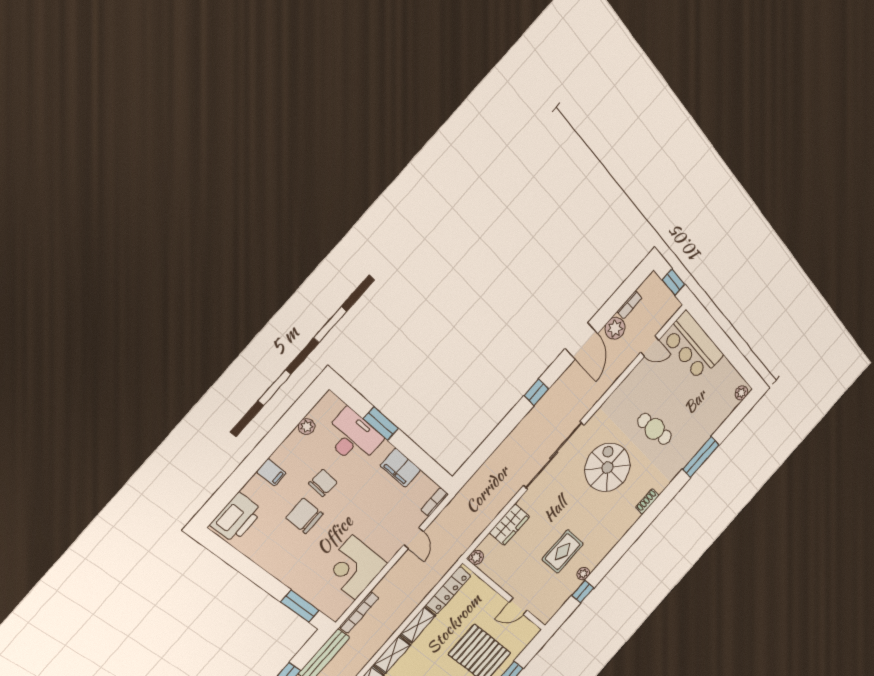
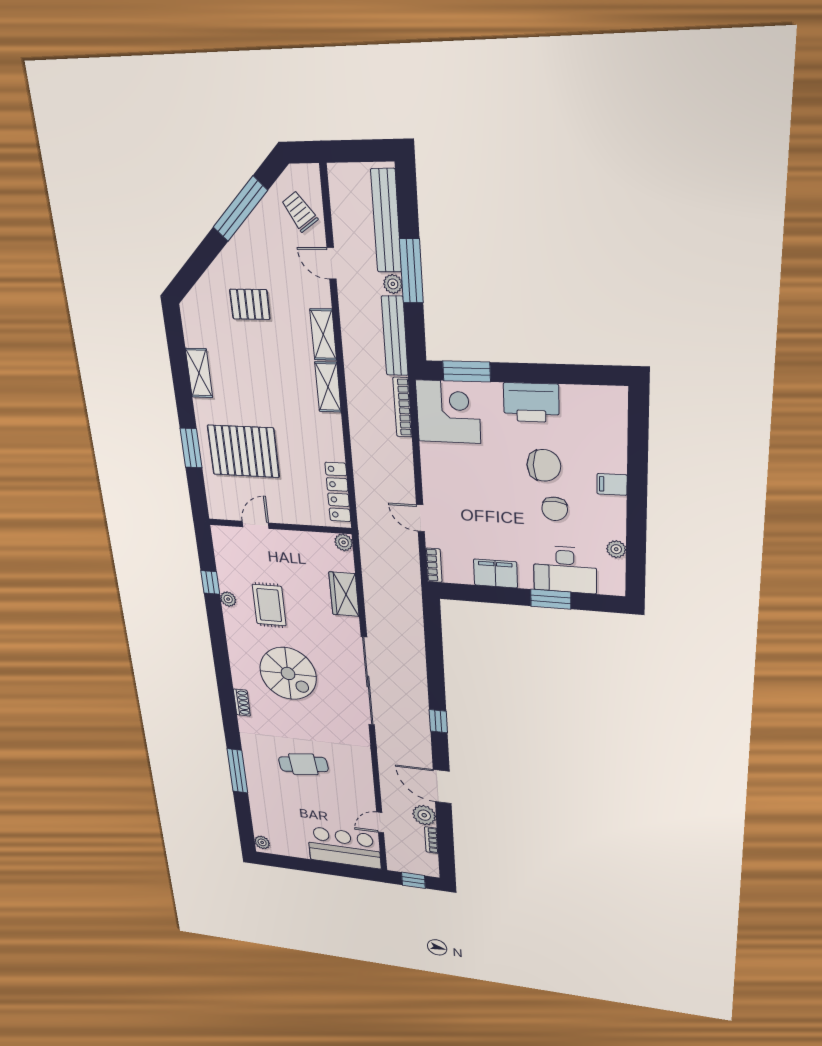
spiral stairs: (607, 468) -> (288, 673), moved
printer: (237, 518) -> (531, 403), moved, turned -90
corner desk: (354, 568) -> (448, 412), moved
shelving: (418, 625) -> (333, 437), removed

